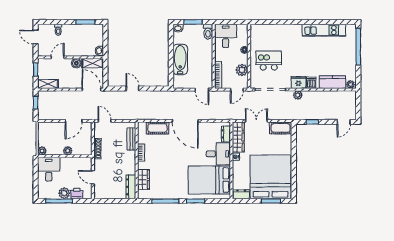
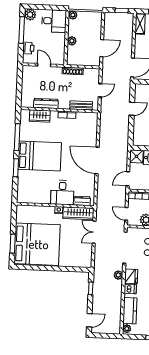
shower: (179, 82) -> (136, 156), added
door: (74, 121) -> (102, 48), swing flipped
door: (105, 121) -> (100, 90), moved
door: (185, 121) -> (97, 161), hinge flipped
double door: (256, 121) -> (94, 232), swing flipped
door: (344, 122) -> (89, 320), swing flipped
cot: (157, 128) -> (91, 132), removed
cot: (281, 128) -> (86, 256), removed
door: (93, 177) -> (44, 65), hinge flipped
bed: (209, 180) -> (40, 156), moved, turned 90
dresser: (131, 187) -> (46, 103), moved
plant: (64, 193) -> (30, 15), moved
dresser: (241, 194) -> (21, 214), removed

